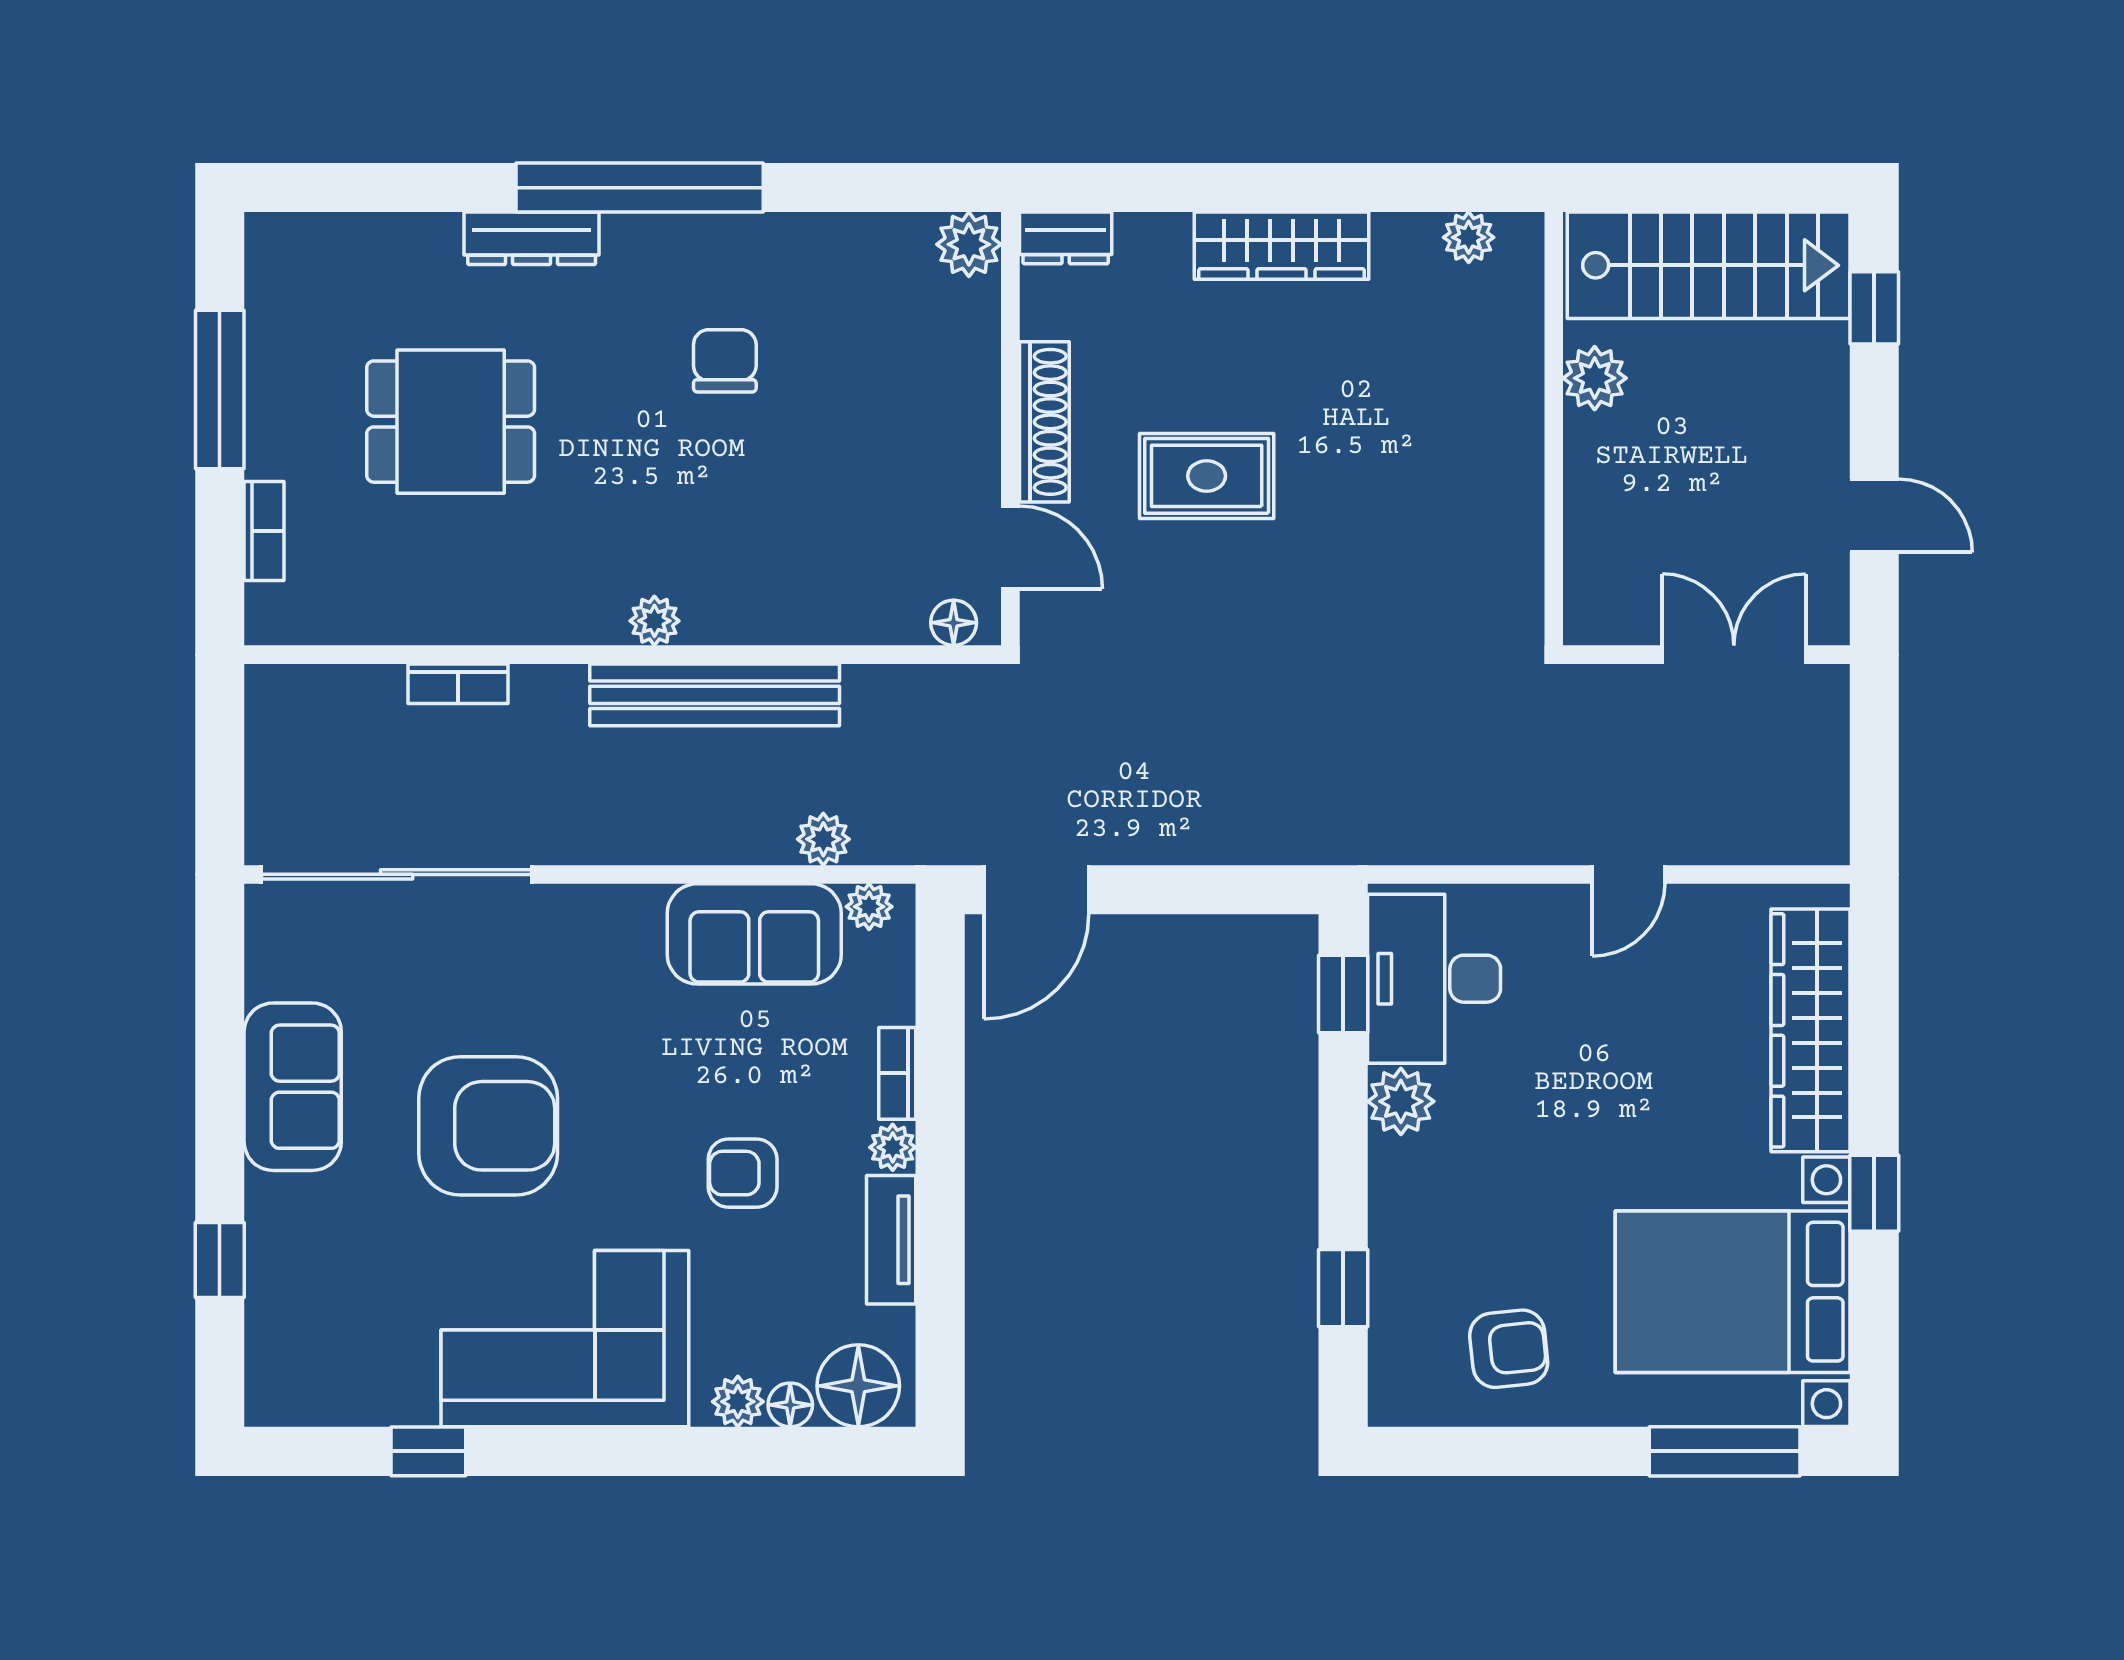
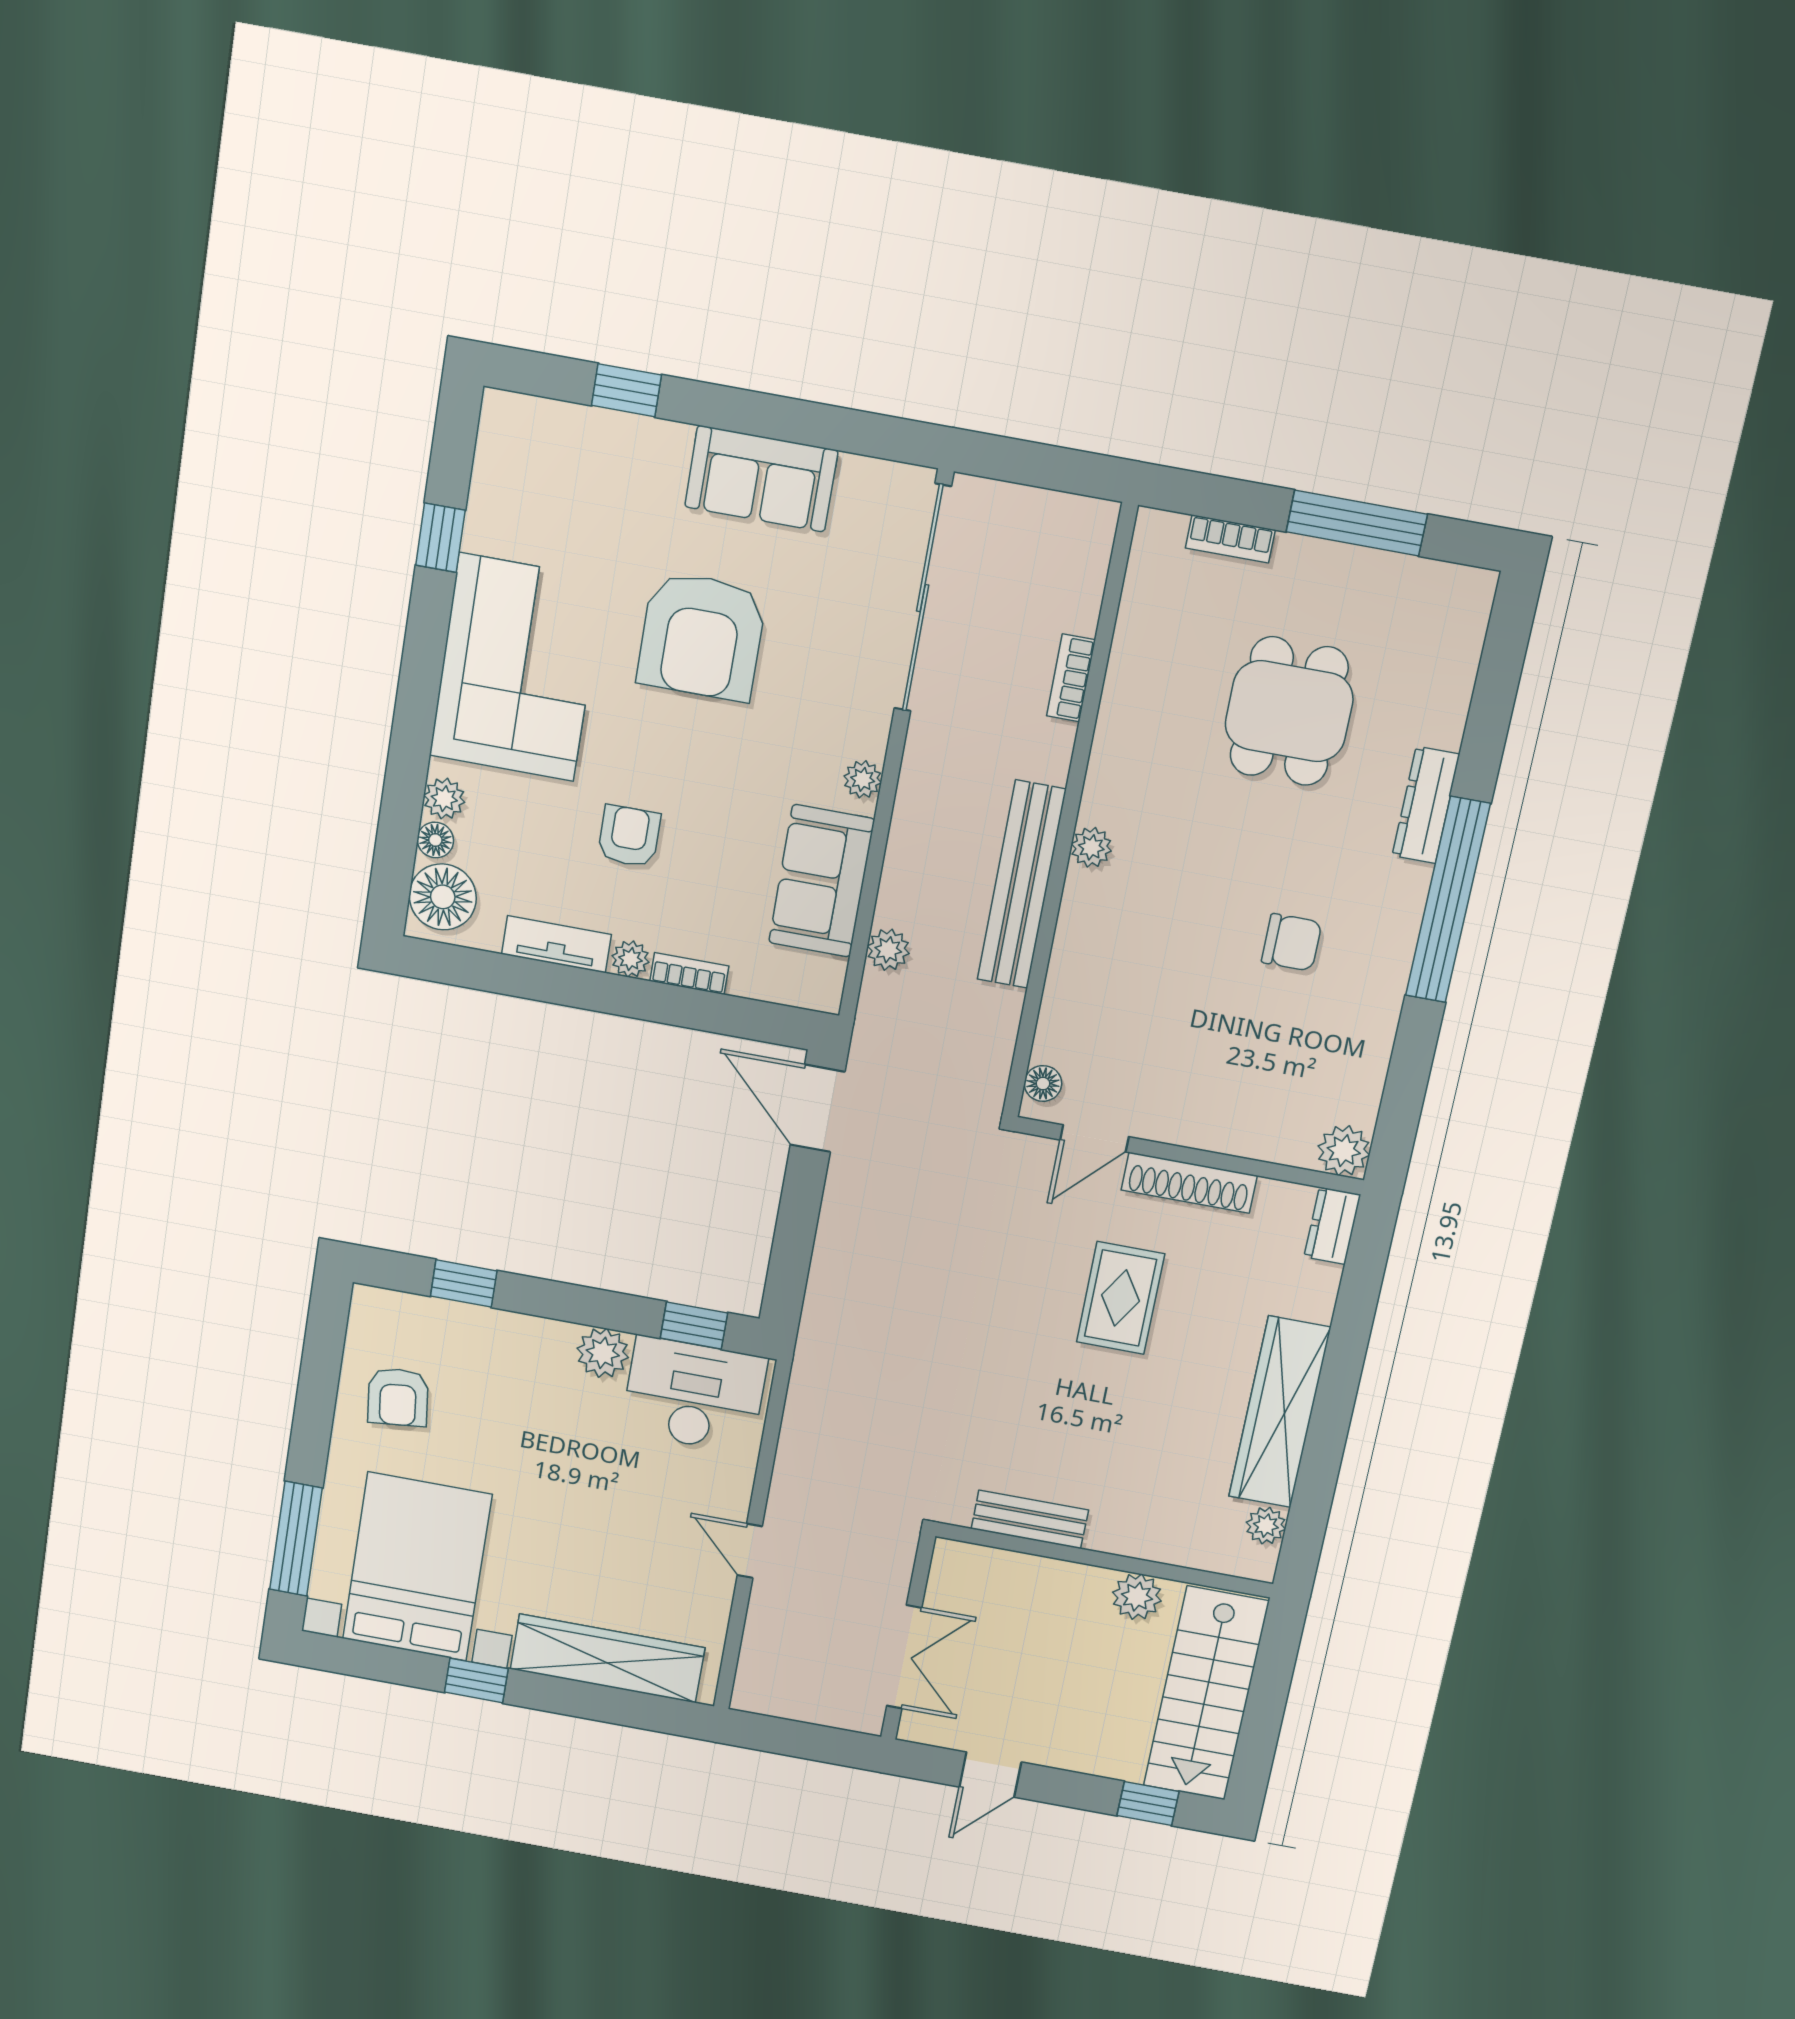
wardrobe: (1282, 246) -> (1280, 1412), width x1.40, depth x1.17
bench: (1518, 532) -> (1030, 1519), added
plant: (869, 907) -> (863, 779), moved

